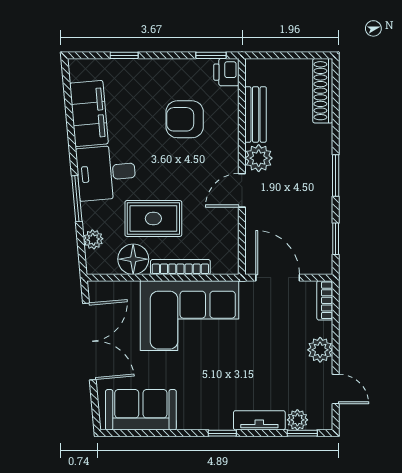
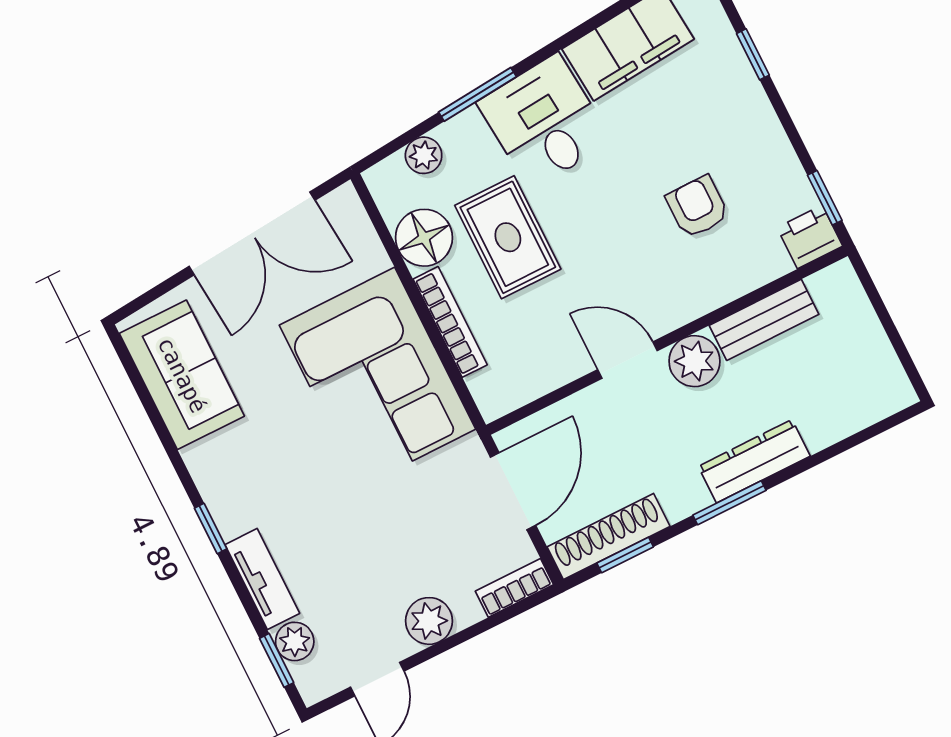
shoe rack: (323, 91) -> (609, 537), moved
armchair: (185, 119) -> (697, 207), width x0.72, depth x0.72
dresser: (322, 153) -> (754, 461), added

